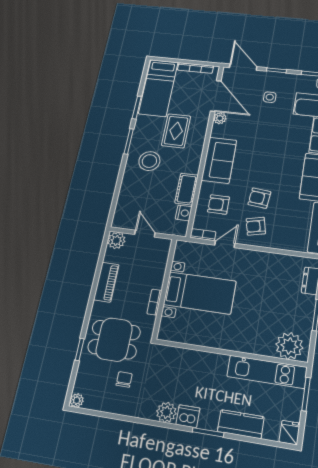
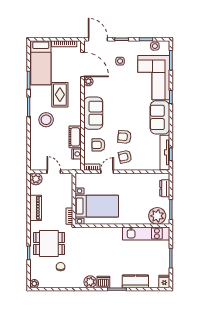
plant: (289, 346) -> (157, 216), moved
wall: (231, 353) -> (122, 226), moved
kitchen unit: (267, 372) -> (146, 234), moved

